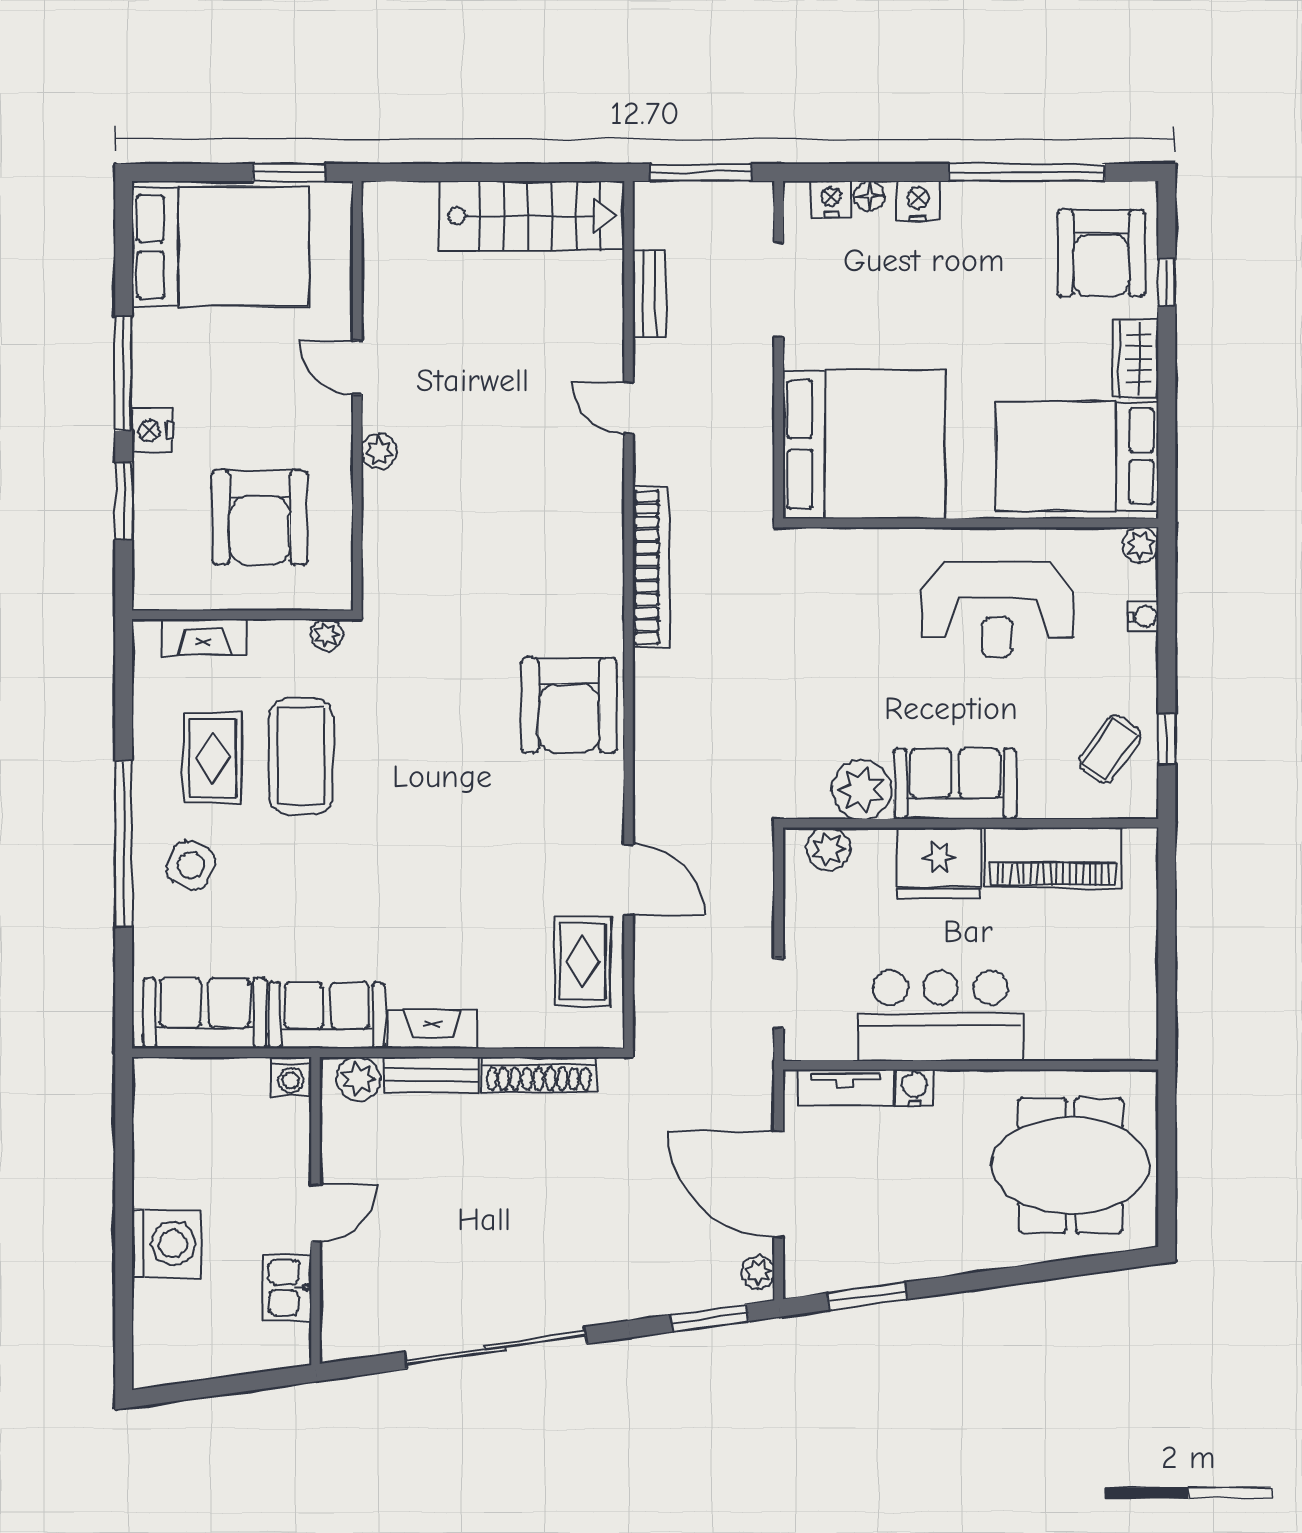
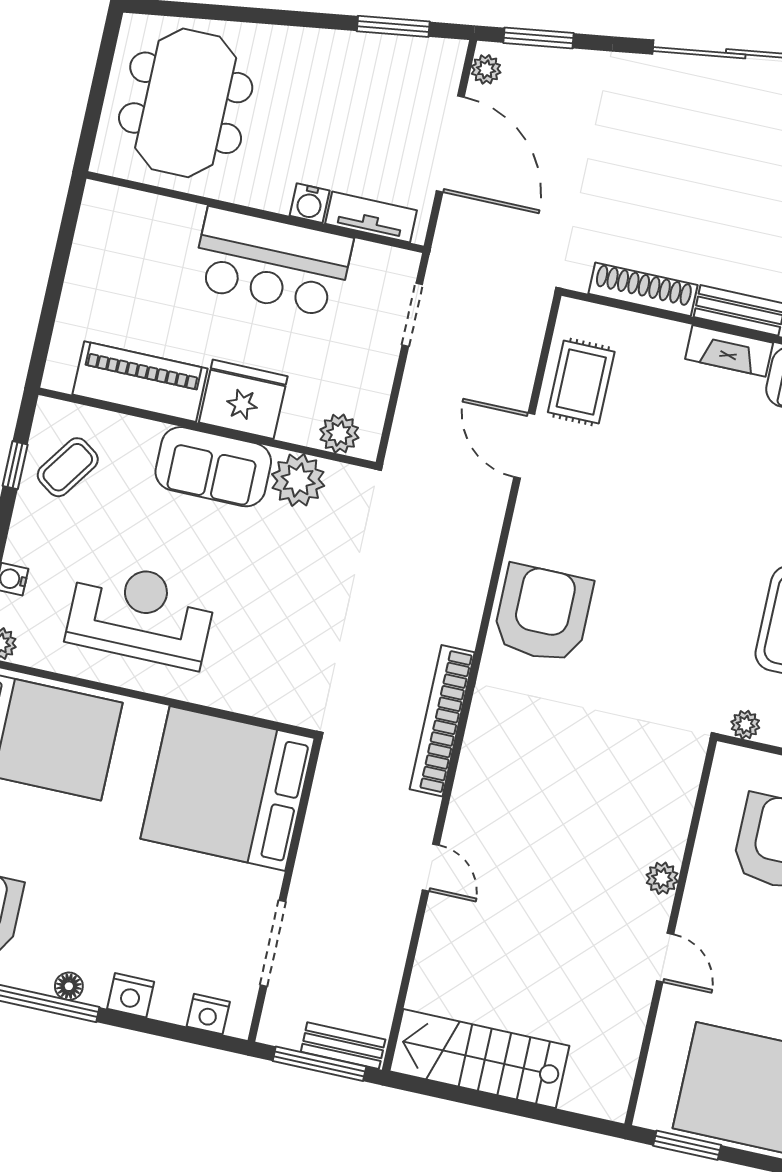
floor lamp: (869, 196) -> (69, 986), moved
bench: (649, 294) -> (343, 1046), moved, turned 90
meeting table: (1071, 1165) -> (186, 103), turned 90

